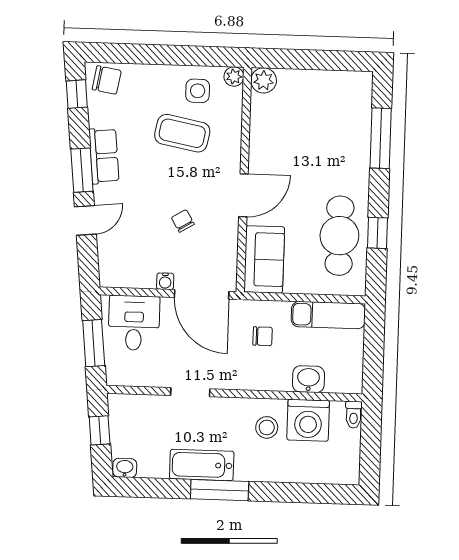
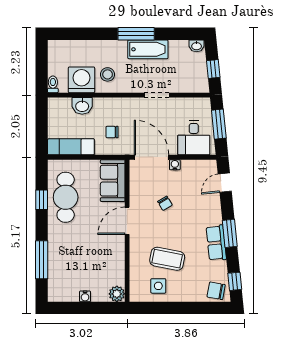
plant: (234, 77) -> (136, 296), removed
water cooler: (314, 78) -> (85, 296), added
door: (85, 220) -> (225, 183), moved

